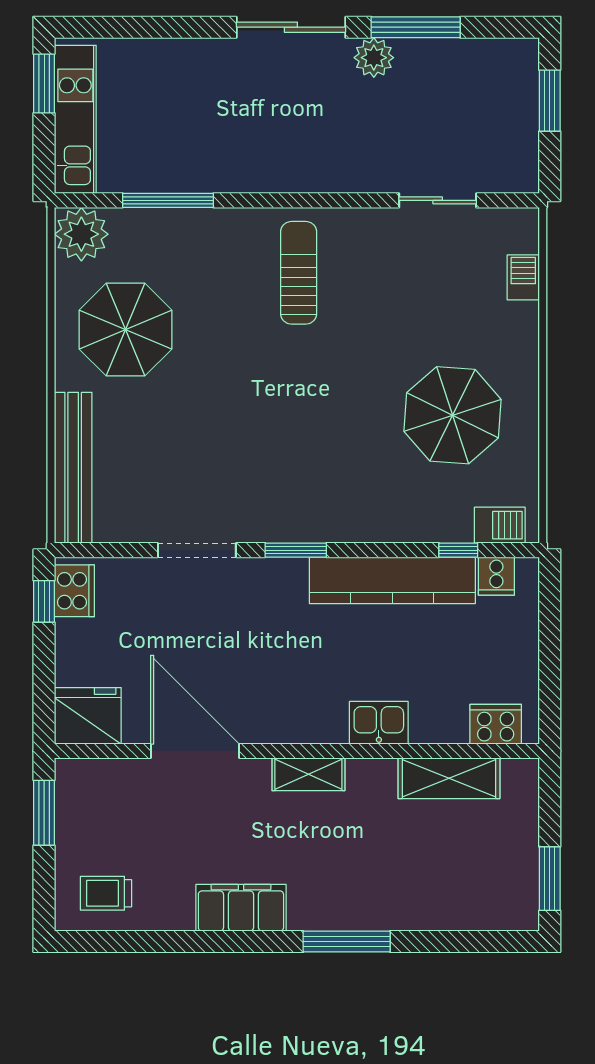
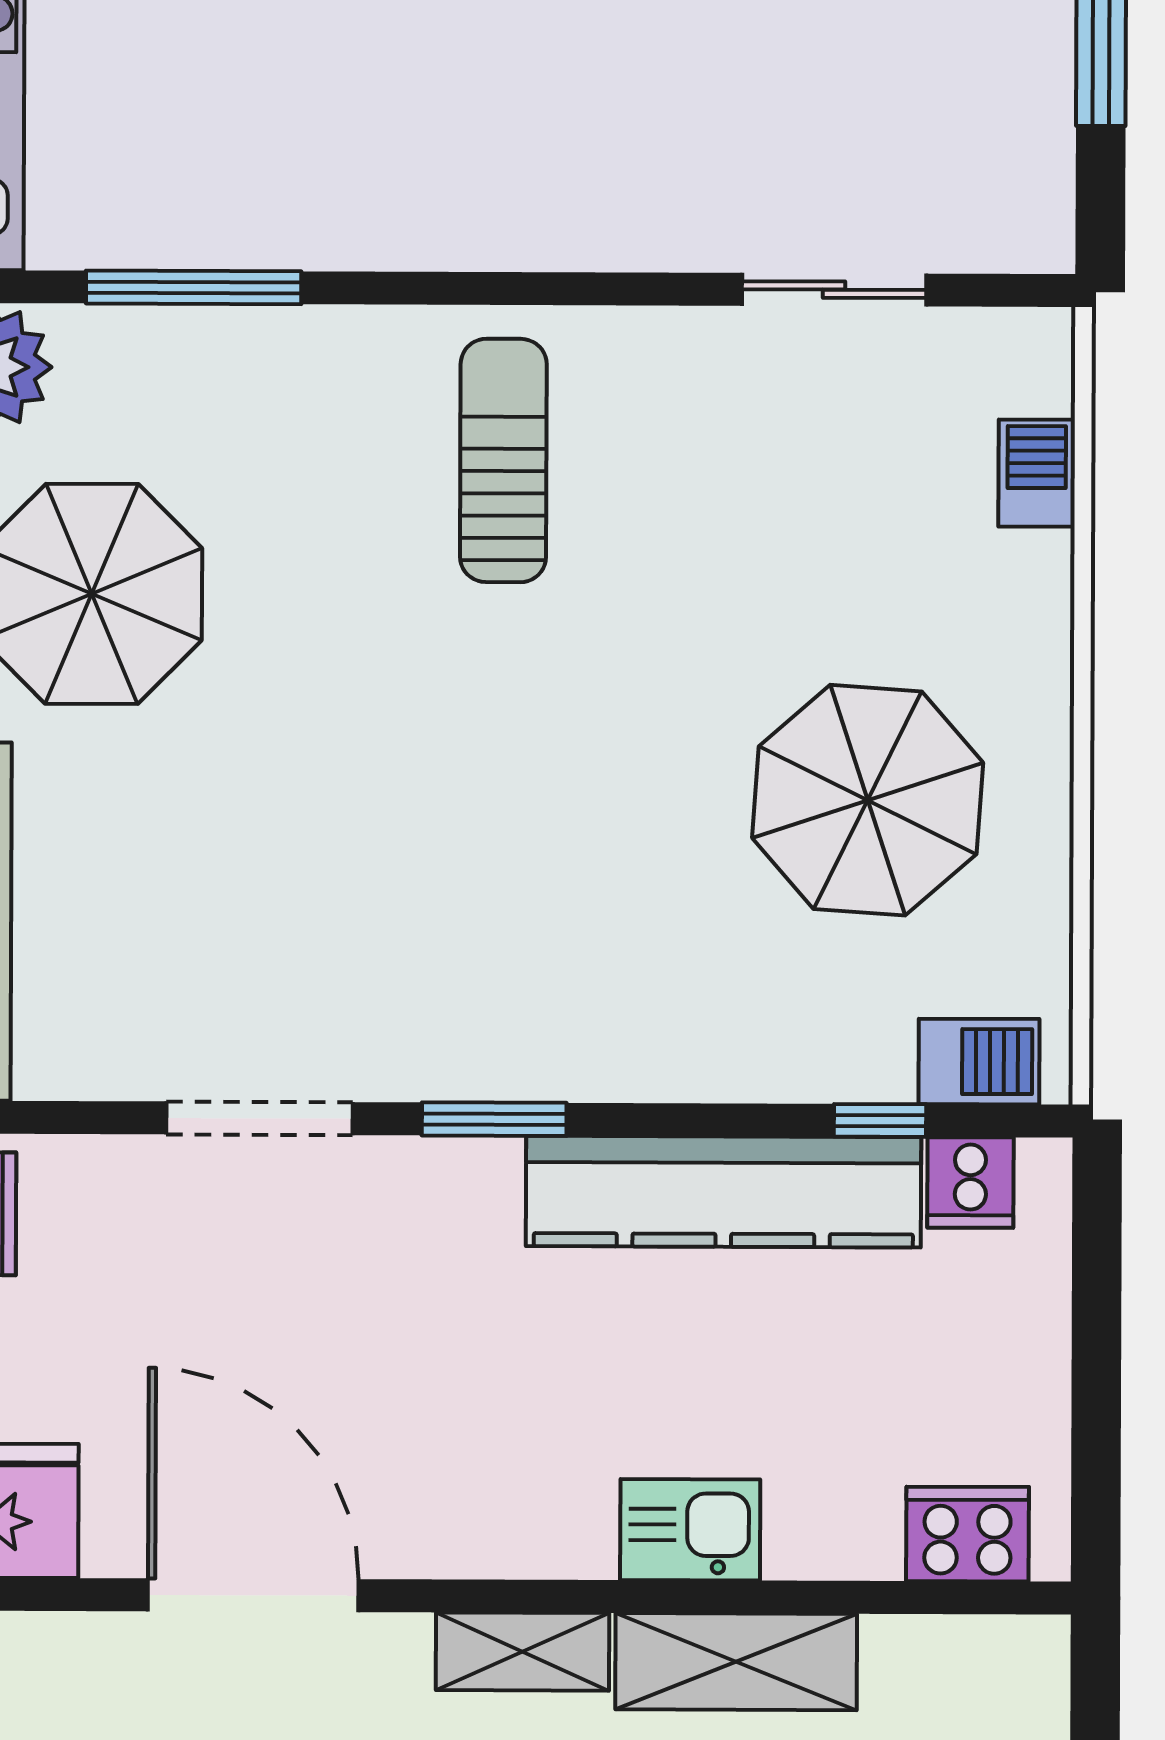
shelving: (449, 778) -> (736, 1662), moved

